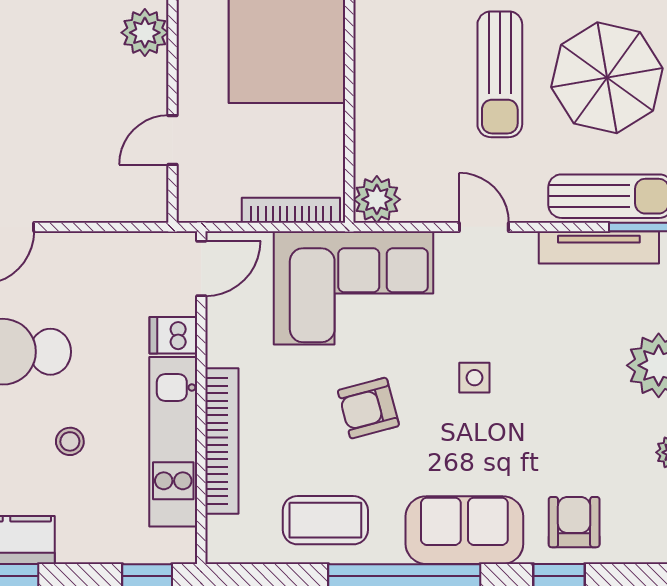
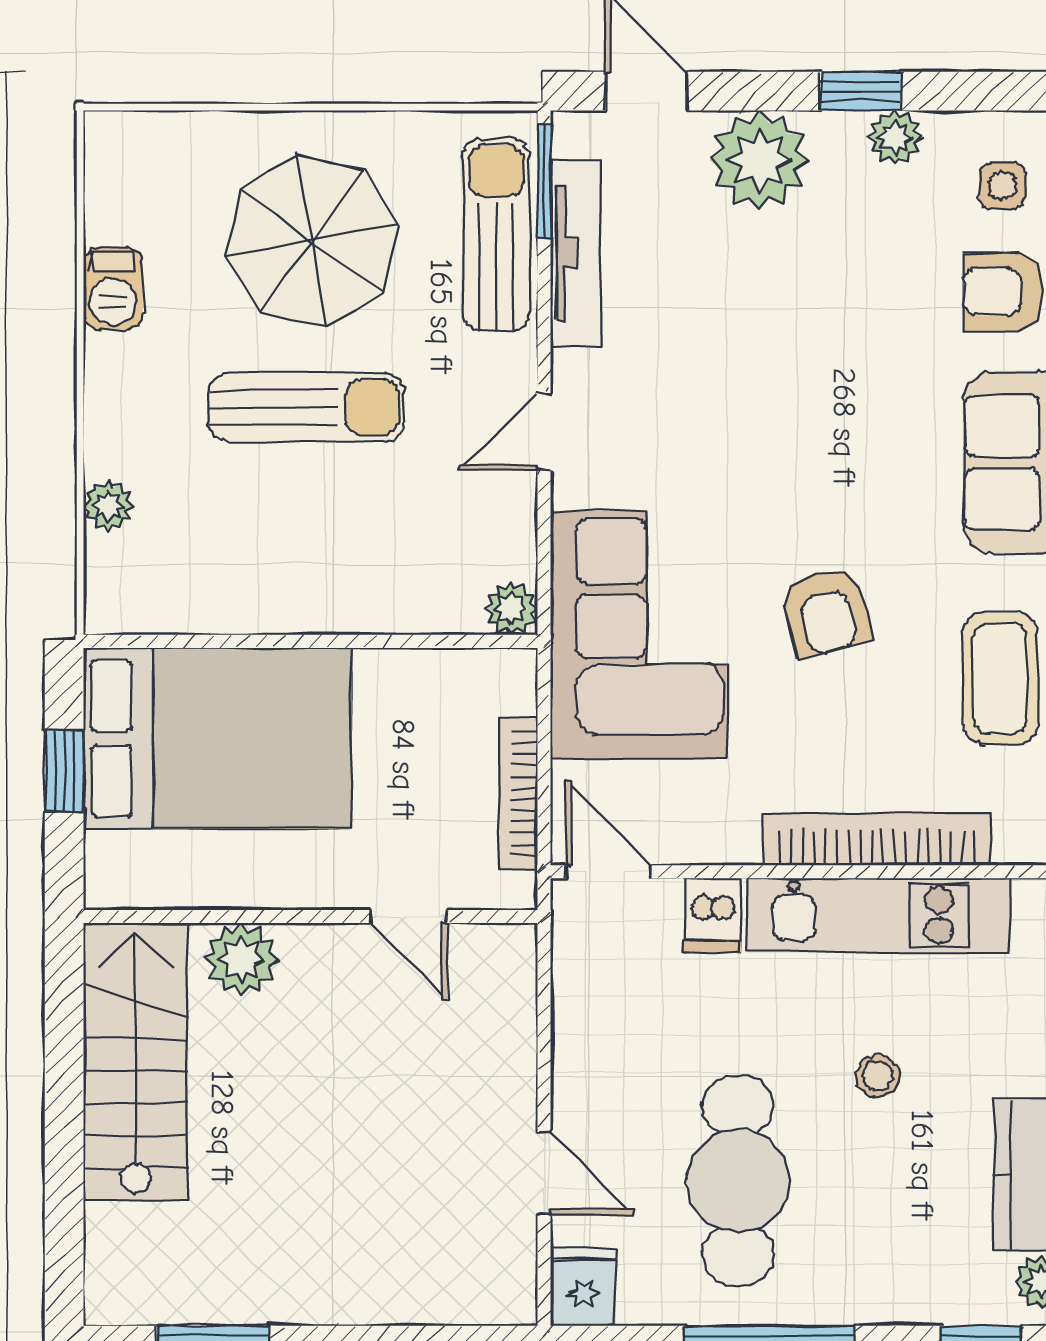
plant: (377, 199) -> (511, 608), width x0.73, depth x0.73
bookcase: (291, 210) -> (518, 794), moved
side table: (474, 378) -> (1002, 186), moved

